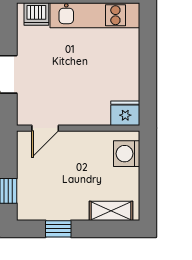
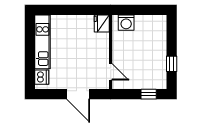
shelving: (111, 211) -> (161, 32), removed

